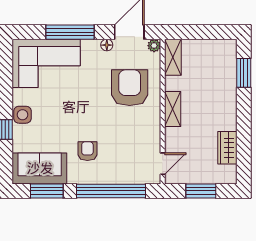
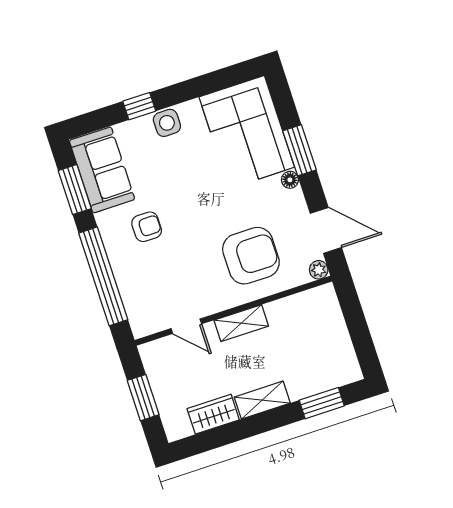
window: (70, 32) -> (299, 150), width x0.69
floor lamp: (107, 45) -> (290, 180), moved
shelving: (173, 57) -> (262, 400), moved
door: (163, 164) -> (186, 326), moved

